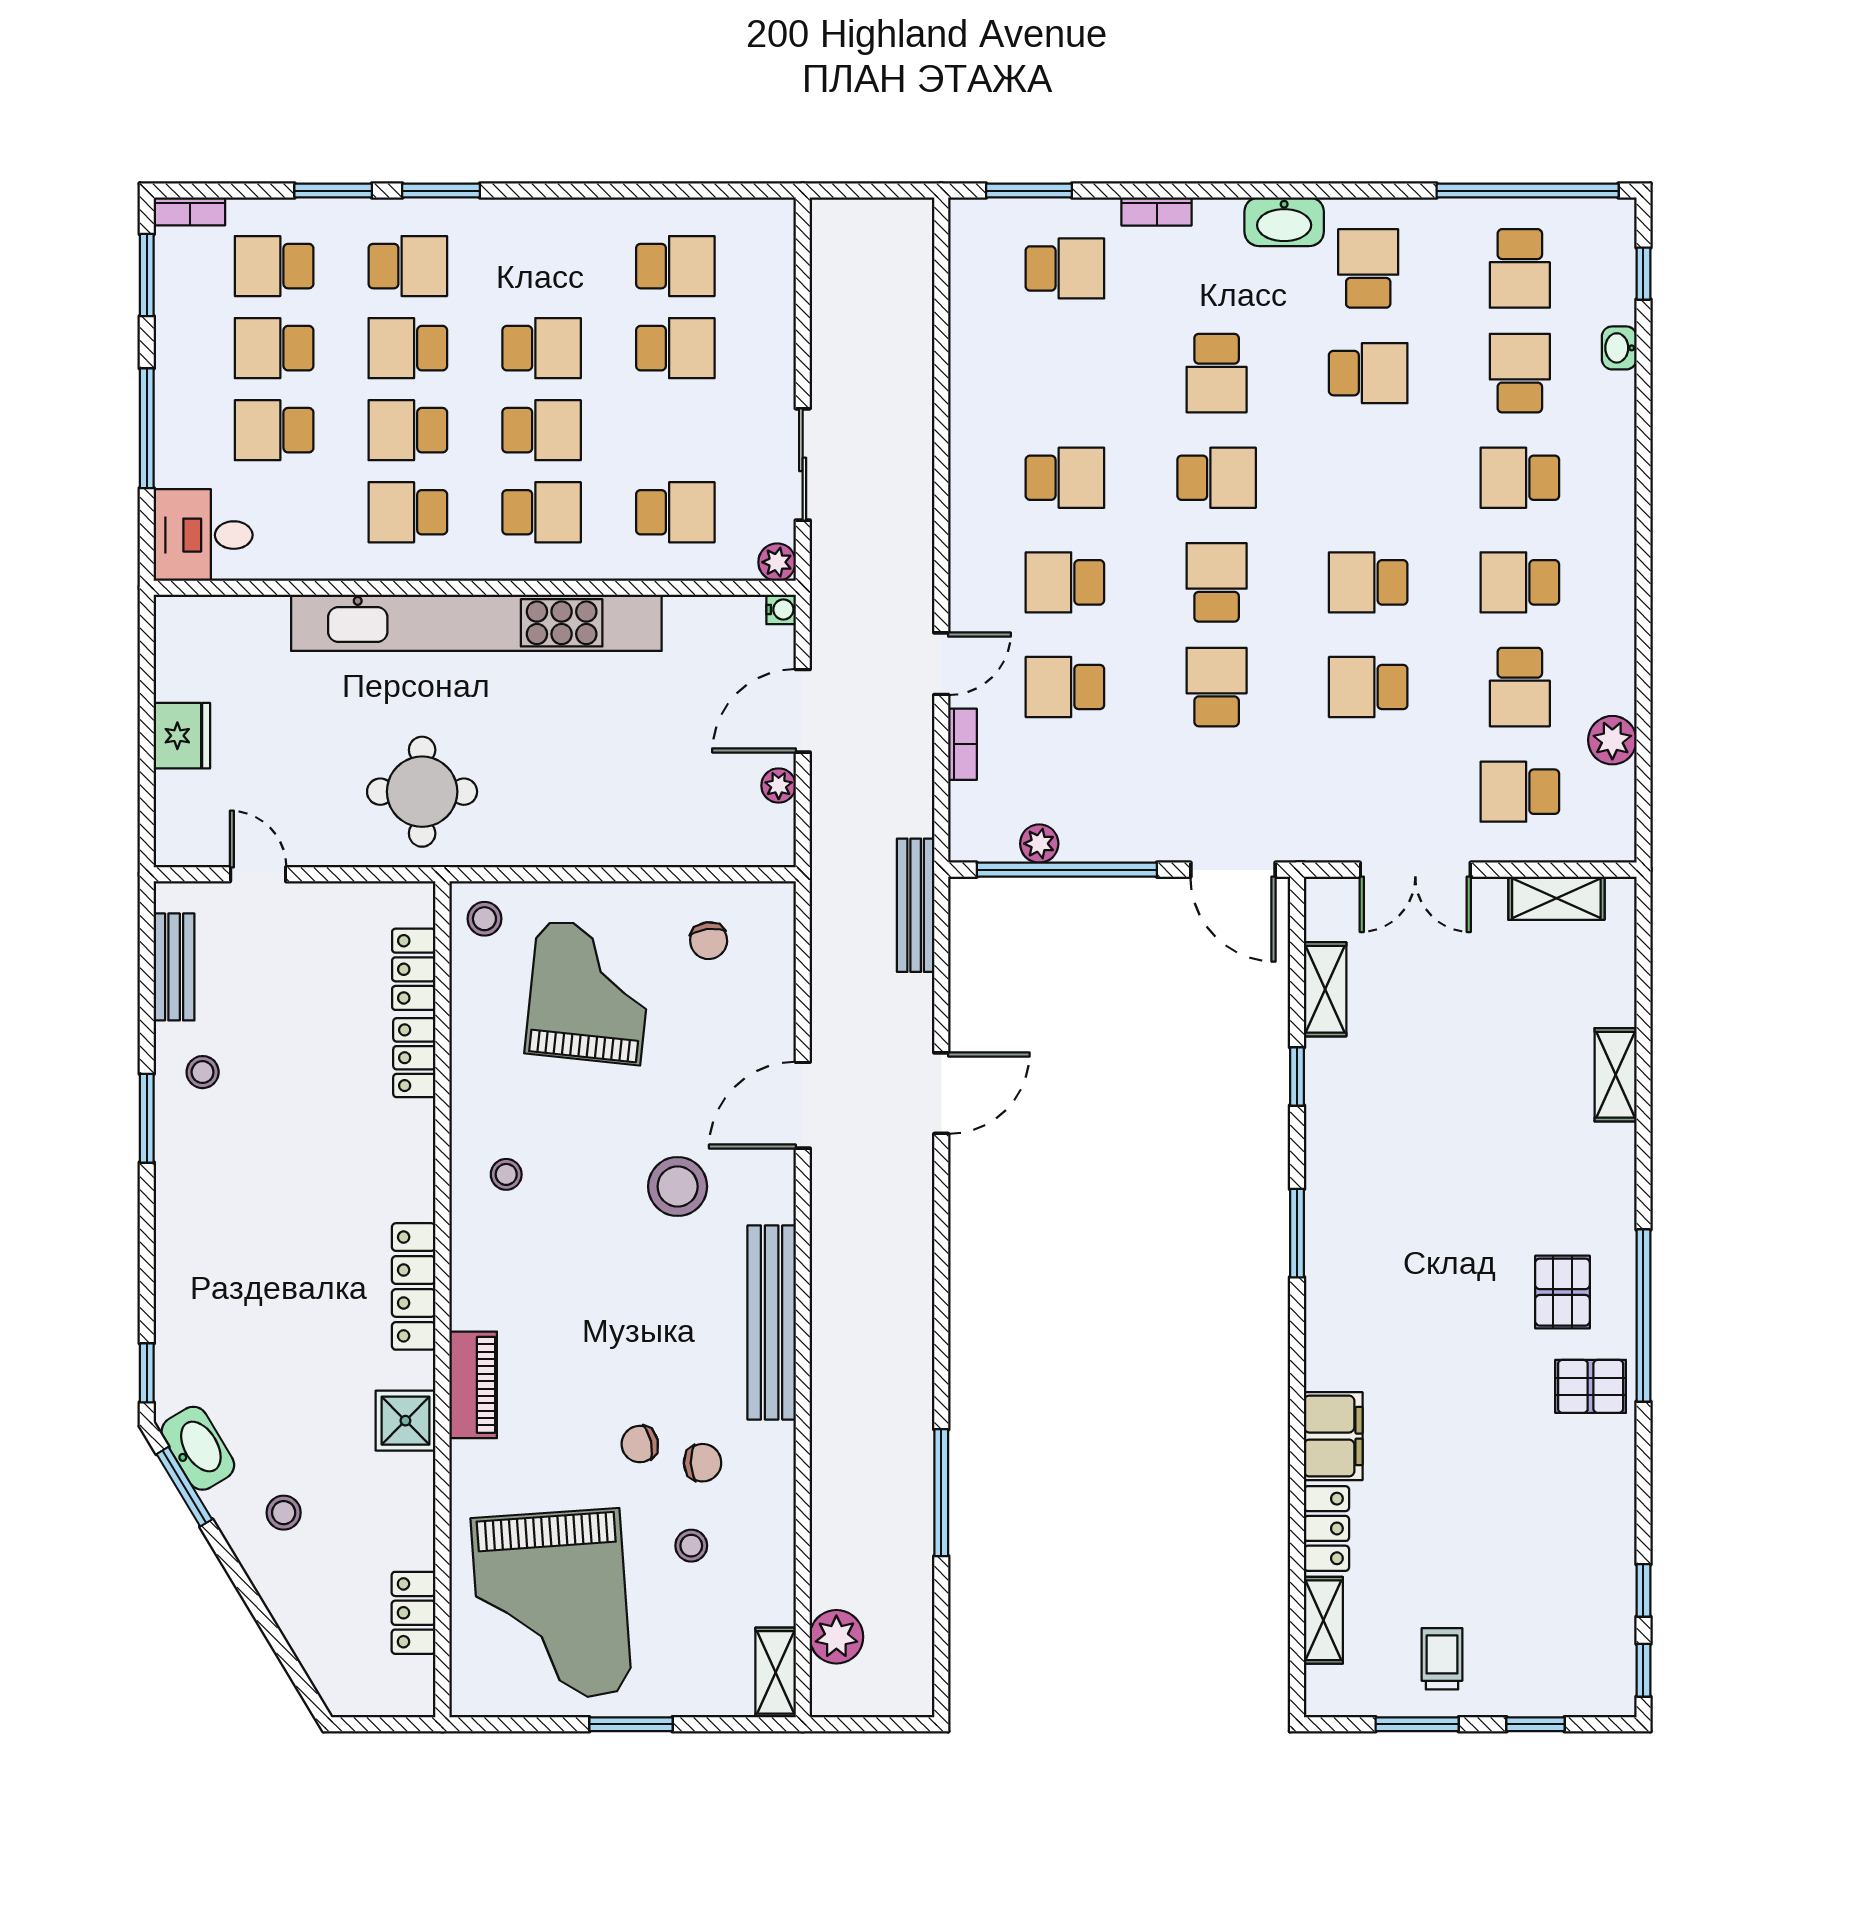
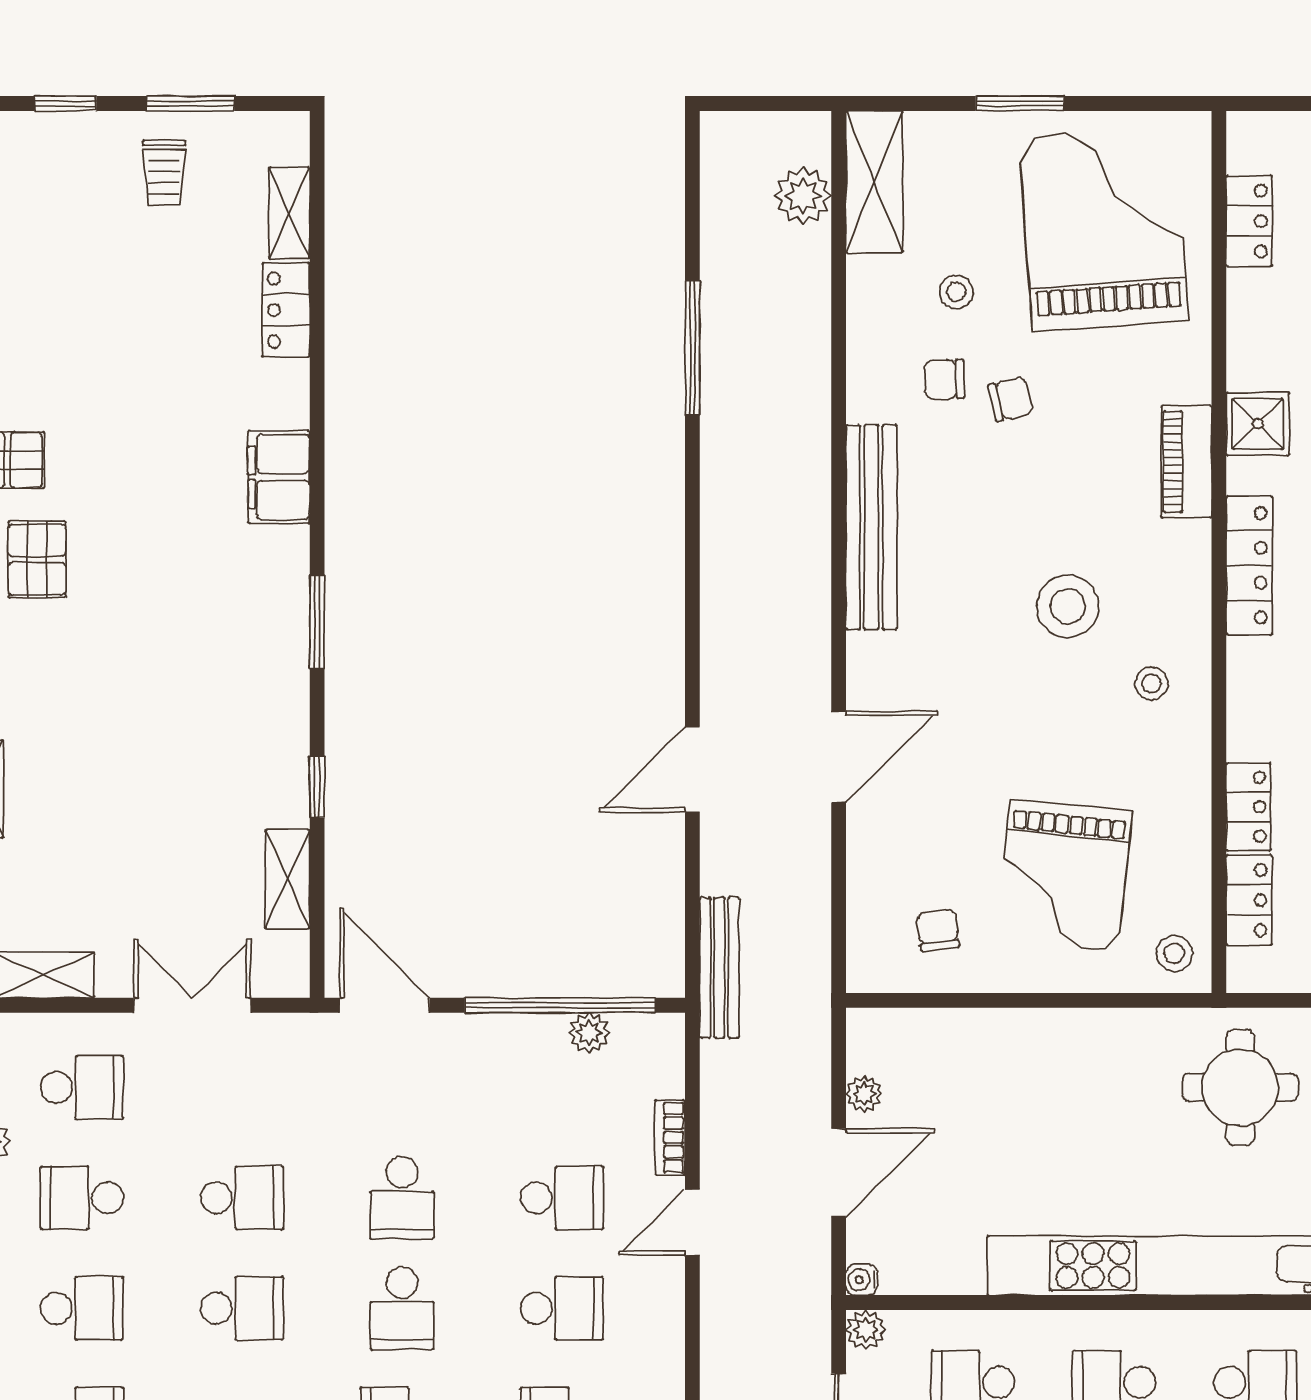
school desk: (1520, 687) -> (82, 1198), turned -90
stool: (678, 1186) -> (1068, 606), moved
filing cabinet: (1333, 1436) -> (279, 477), moved
shelving: (776, 1672) -> (874, 182), width x1.50, depth x1.33

